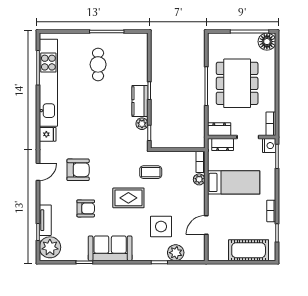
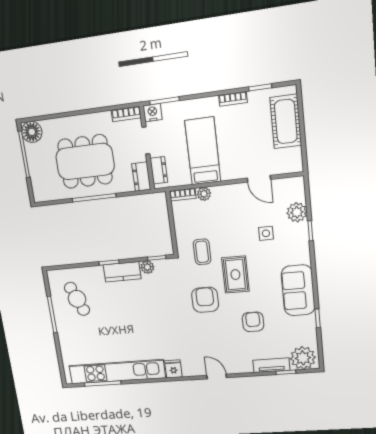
cafe table: (98, 64) -> (77, 299), moved, turned 68
armchair: (78, 170) -> (205, 300), moved
side table: (161, 226) -> (266, 233), width x0.54, depth x0.54

